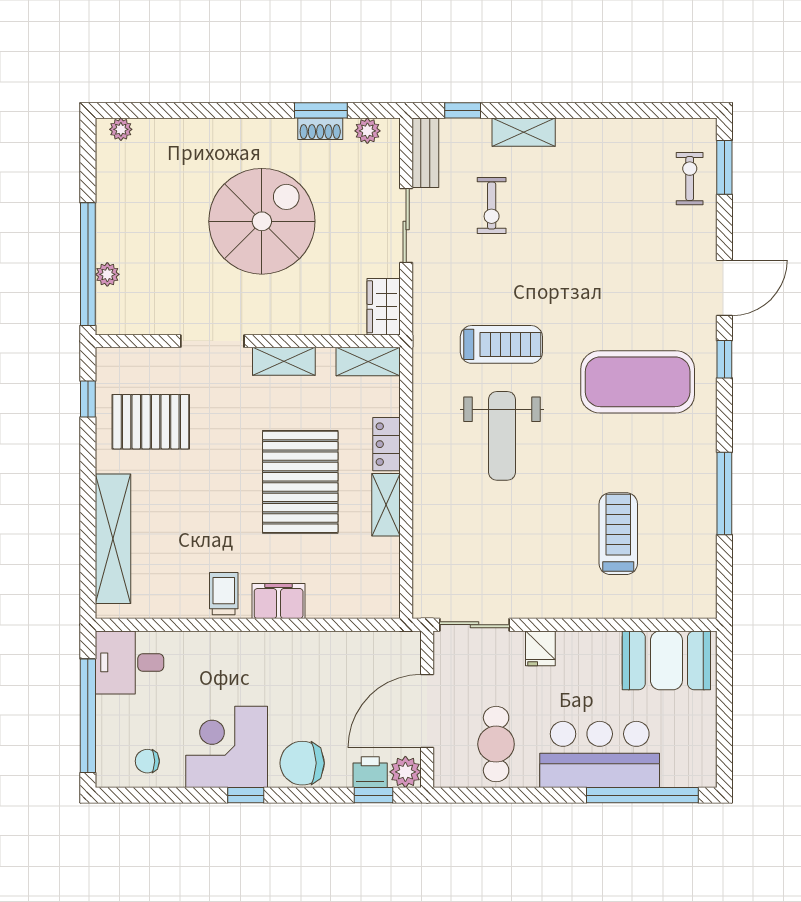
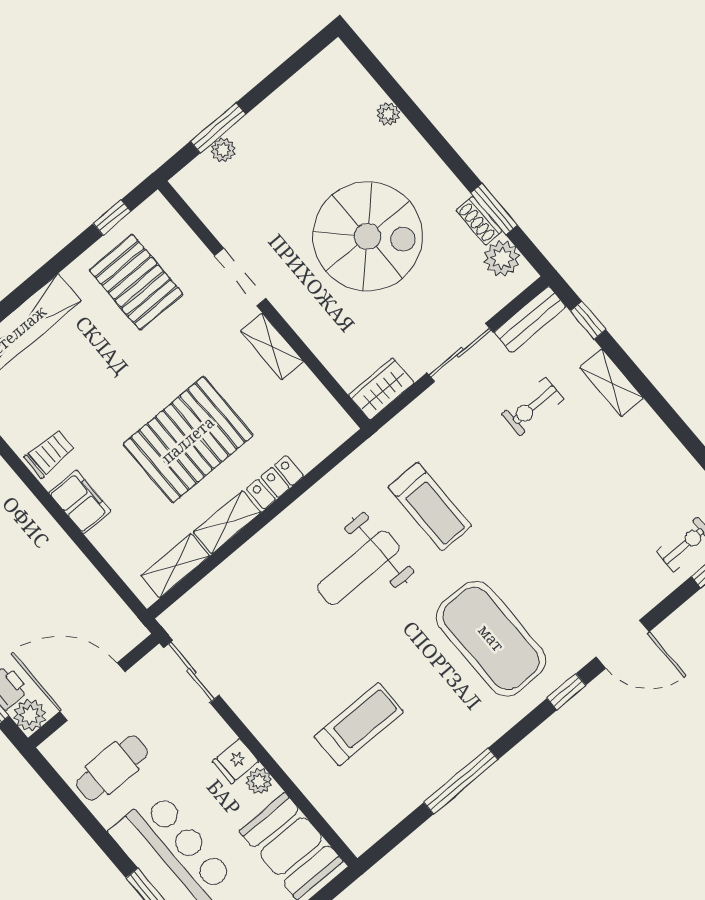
plant: (121, 129) -> (388, 114), moved
plant: (367, 131) -> (502, 259), width x1.38, depth x1.38
window: (88, 264) -> (218, 128), width x0.47
shelving: (368, 362) -> (175, 566), moved, turned 90
plant: (598, 643) -> (259, 781), added
fridge: (540, 648) -> (235, 761), moved

